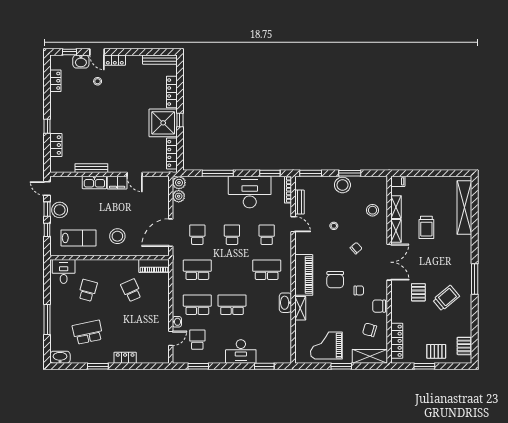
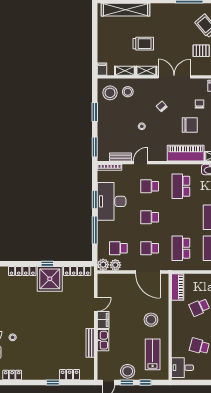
window: (270, 173) -> (95, 199), moved
stool: (342, 185) -> (110, 93), moved
school desk: (197, 200) -> (118, 248), added

